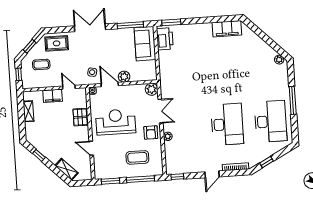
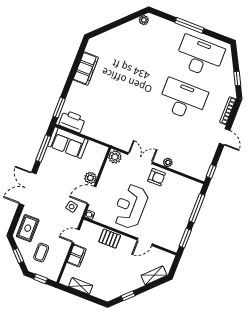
filing cabinet: (227, 29) -> (86, 69), moved
coffee table: (137, 157) -> (174, 201), removed

